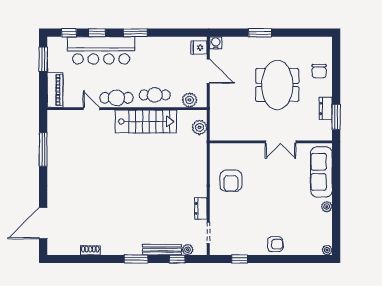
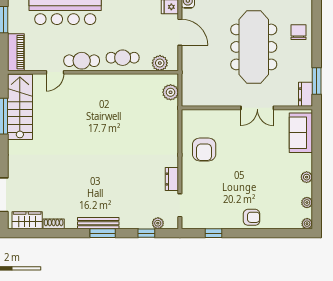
chair: (319, 71) -> (299, 32), turned 180
meeting table: (277, 85) -> (254, 47), width x1.36
dresser: (326, 108) -> (305, 94), moved
door: (91, 109) -> (55, 72), swing flipped
stairs: (146, 121) -> (20, 107), moved, turned -90
sofa: (321, 172) -> (301, 133), width x0.73
plant: (327, 230) -> (307, 203), added
wardrobe: (65, 247) -> (27, 220), added
bench: (162, 250) -> (98, 223), moved

